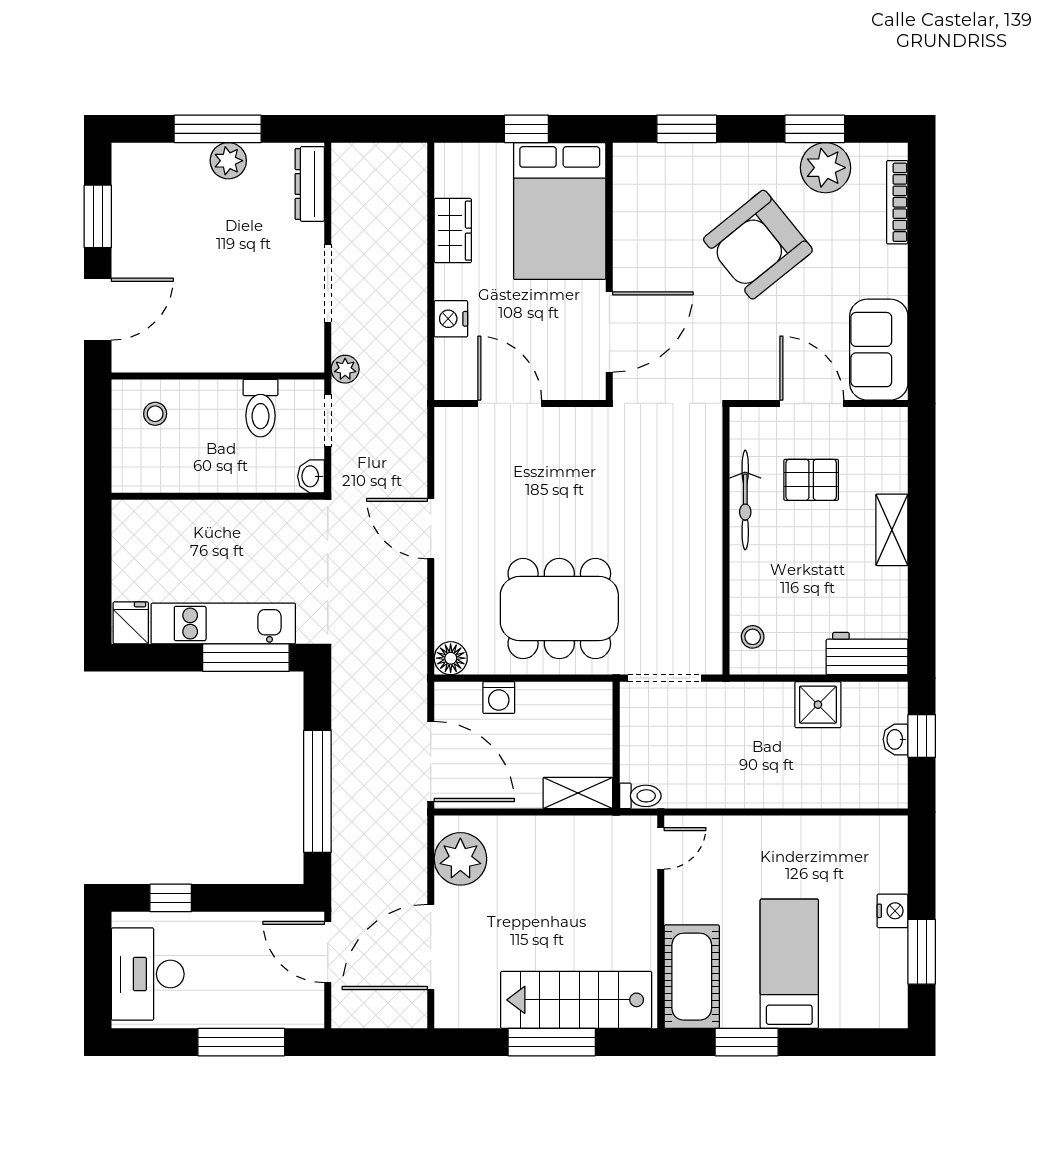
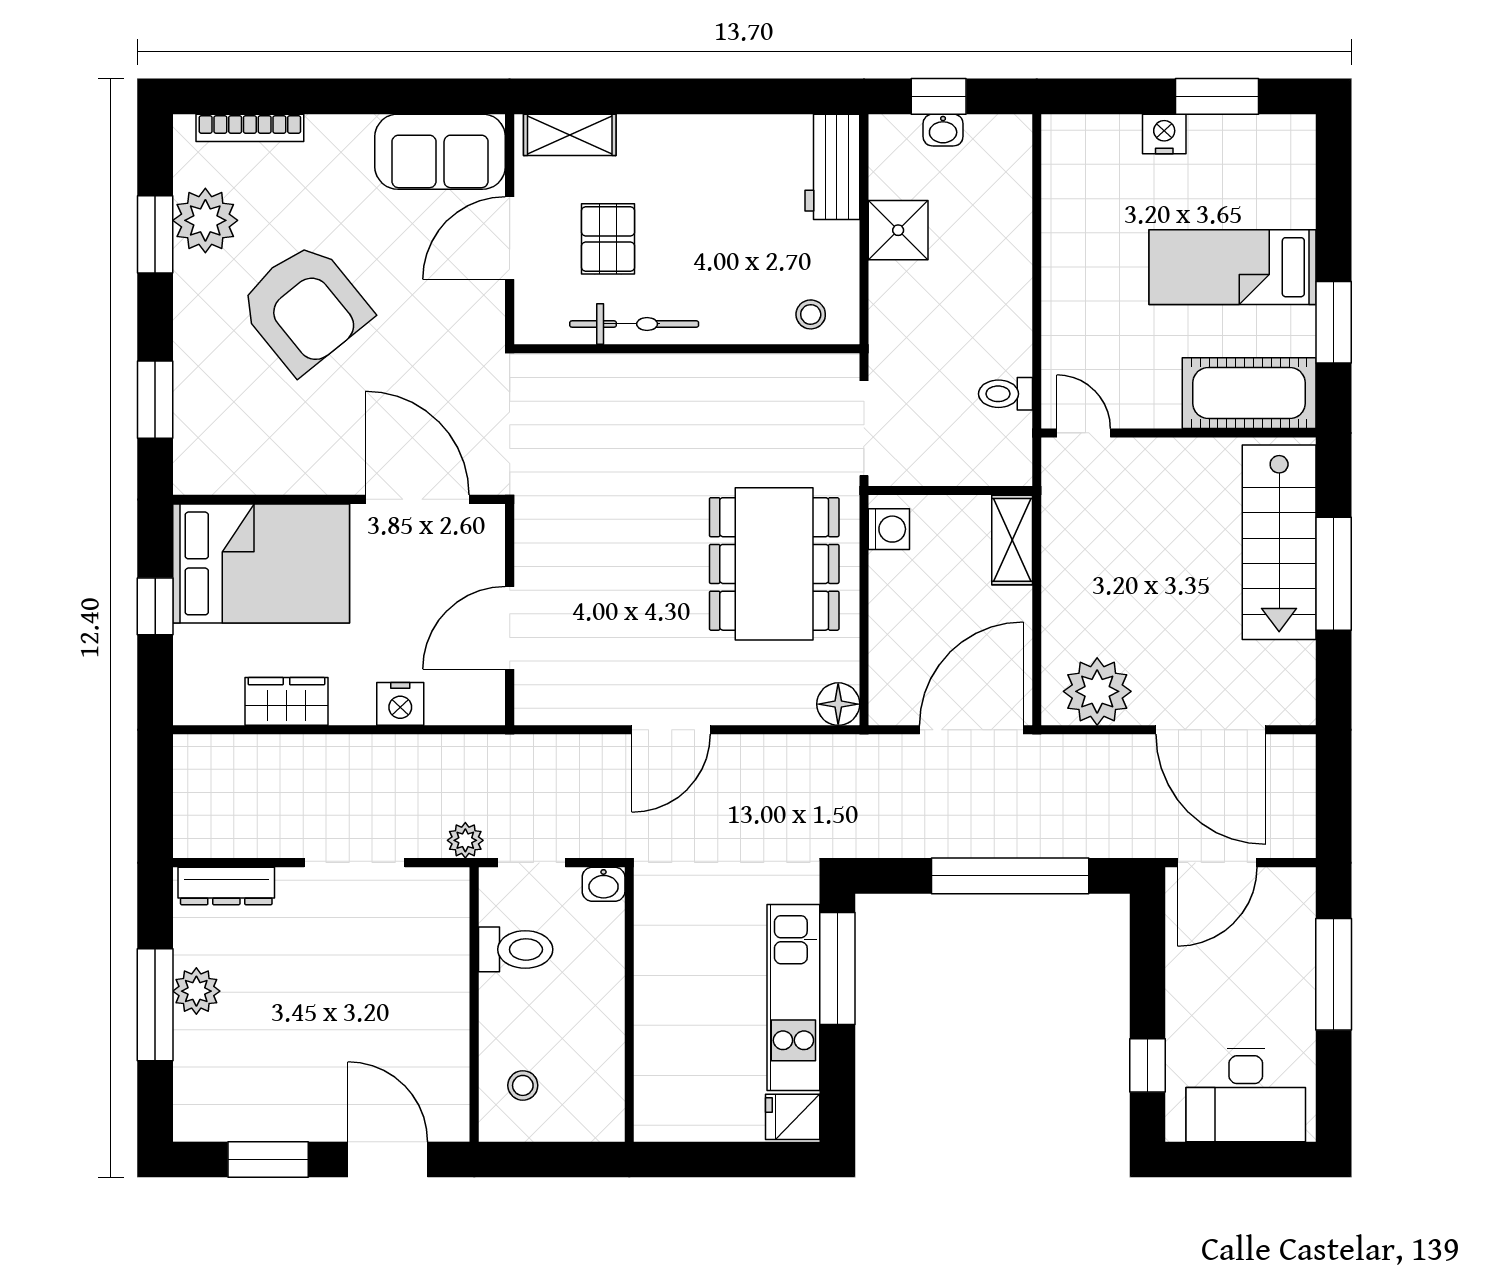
shelving: (892, 530) -> (570, 135), moved
washing machine: (499, 698) -> (889, 529), moved
toilet: (640, 796) -> (1005, 394), moved, turned -90

